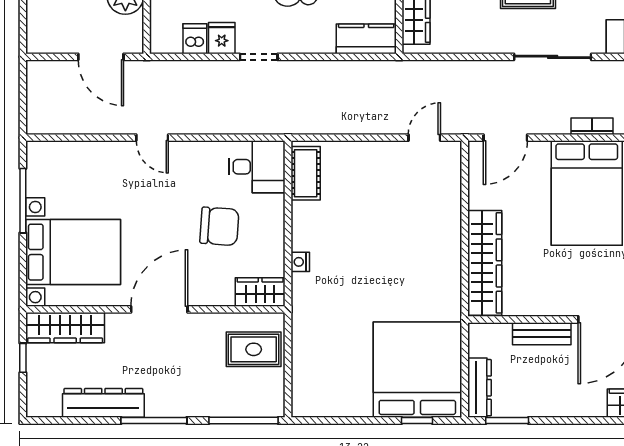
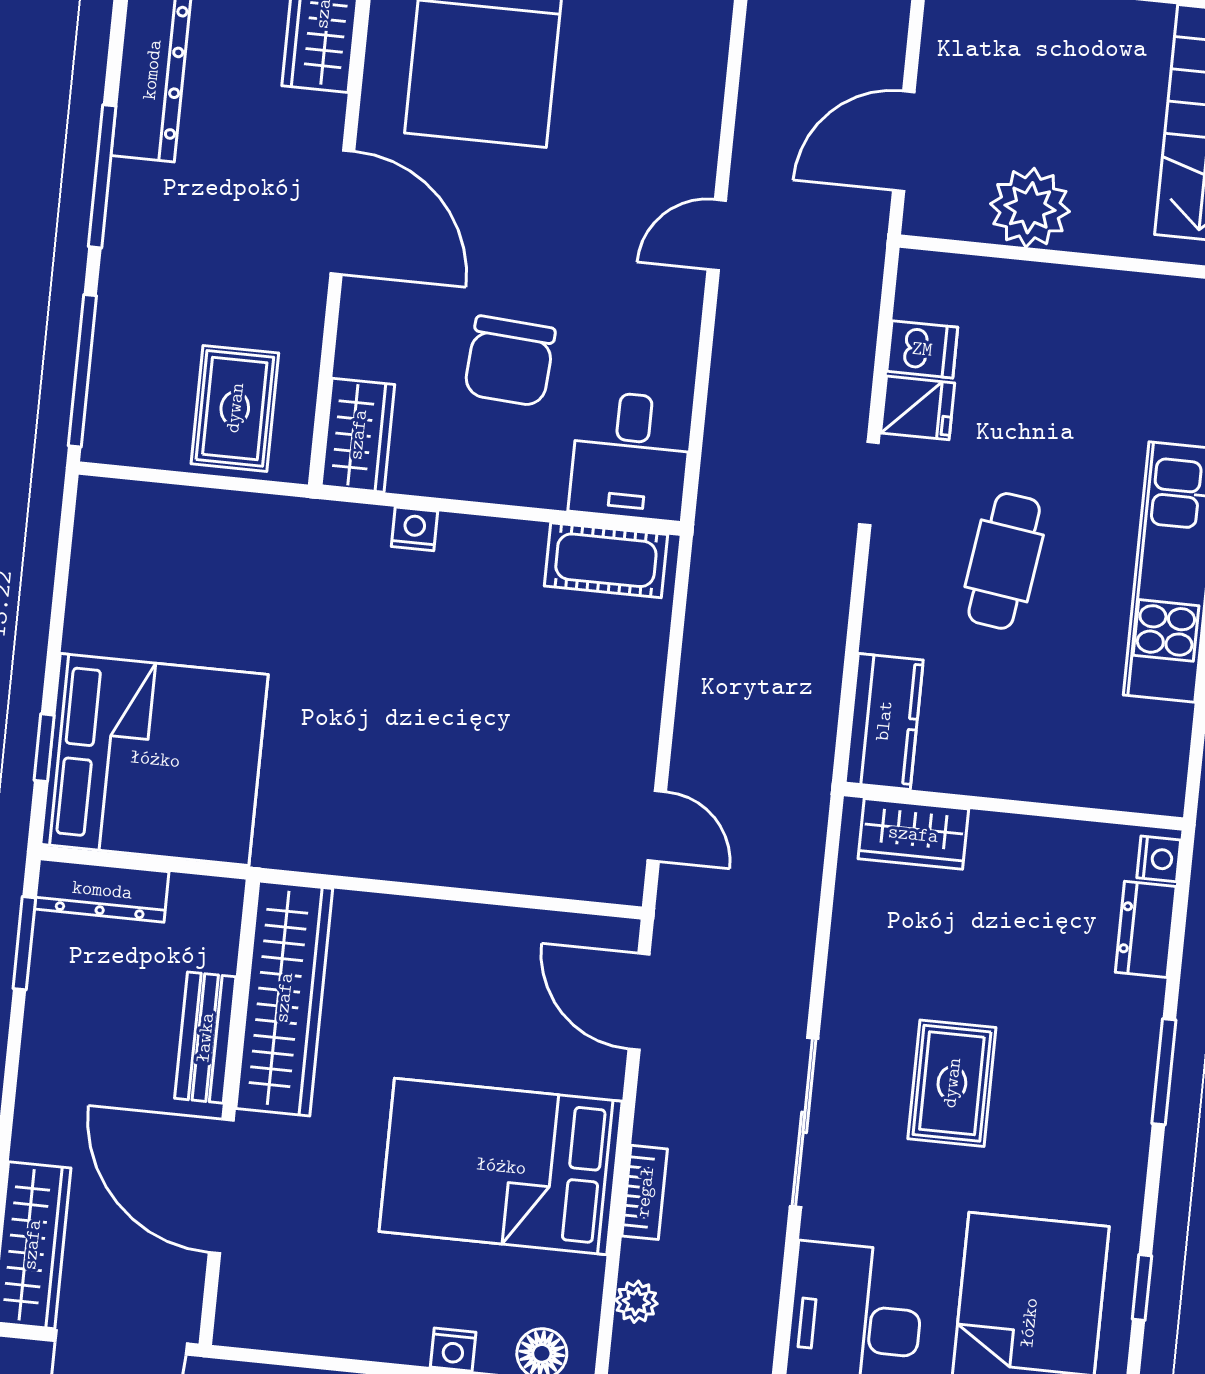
wardrobe: (485, 263) -> (284, 998), moved, turned -90

